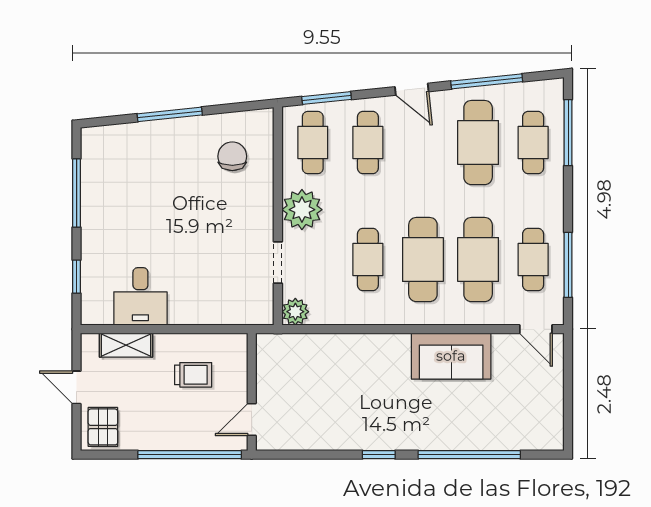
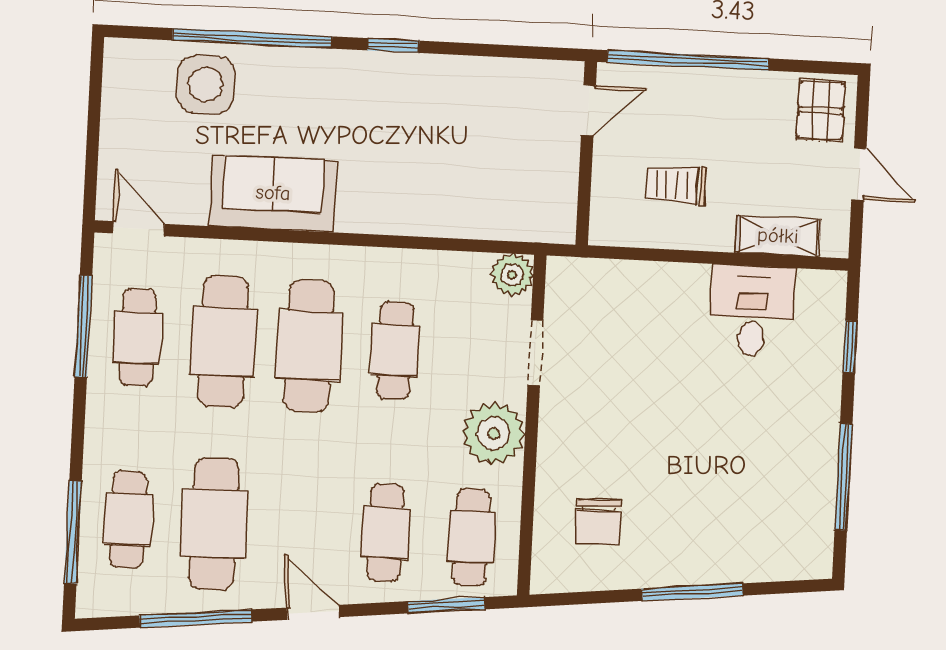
side table: (498, 424) -> (206, 84), added

